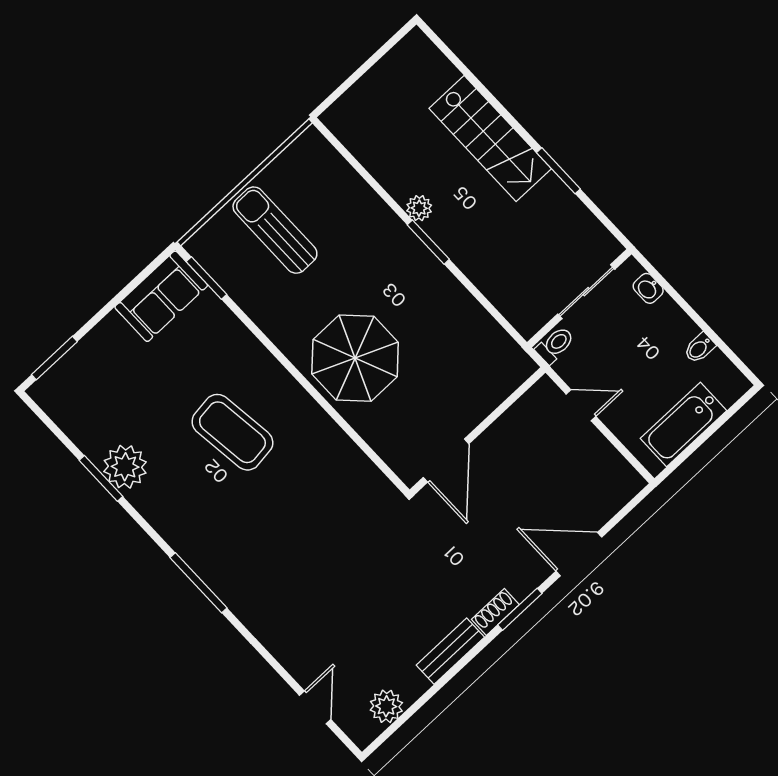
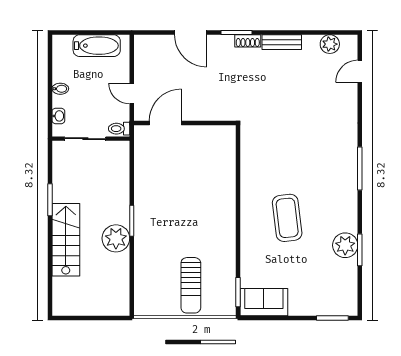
plant: (419, 208) -> (116, 238), width x1.88, depth x1.88
bidet: (699, 348) -> (60, 89), moved
parasol: (355, 358) -> (207, 201), removed
door: (446, 461) -> (165, 123), moved

